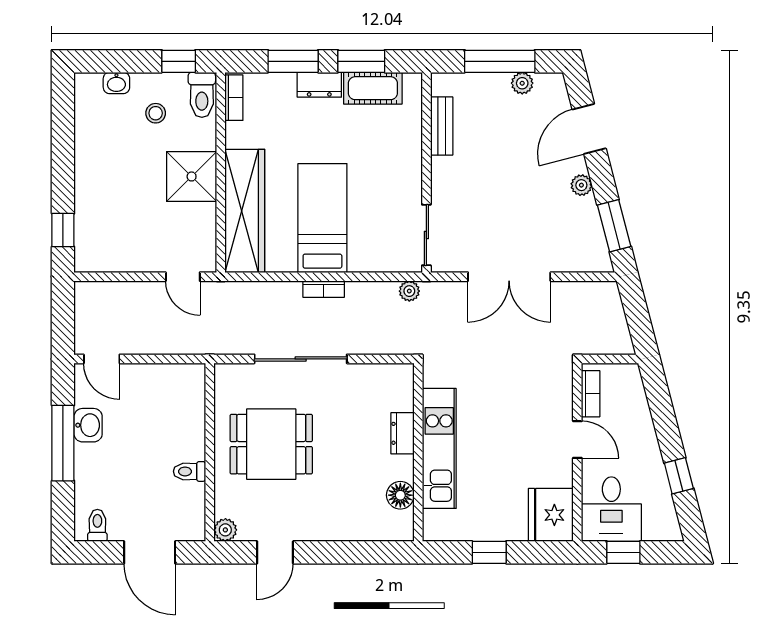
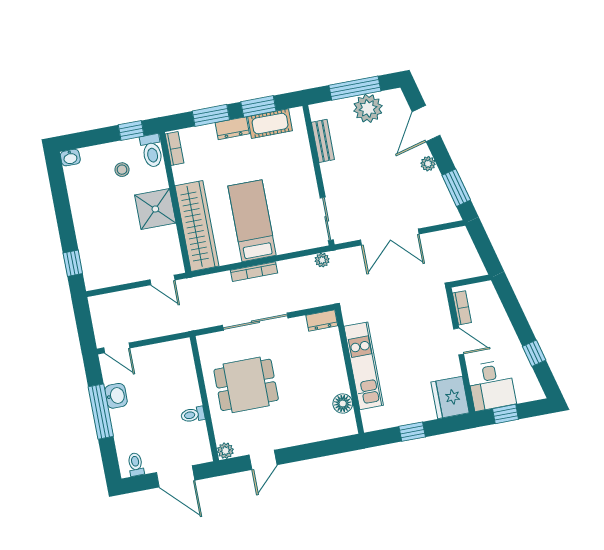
washbasin: (116, 83) -> (70, 158), moved
plant: (522, 83) -> (368, 108), width x1.87, depth x1.87
bookcase: (324, 289) -> (254, 272), width x1.56
dresser: (403, 433) -> (322, 320), moved, turned -90

